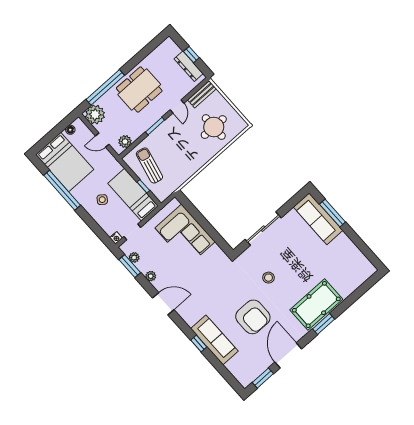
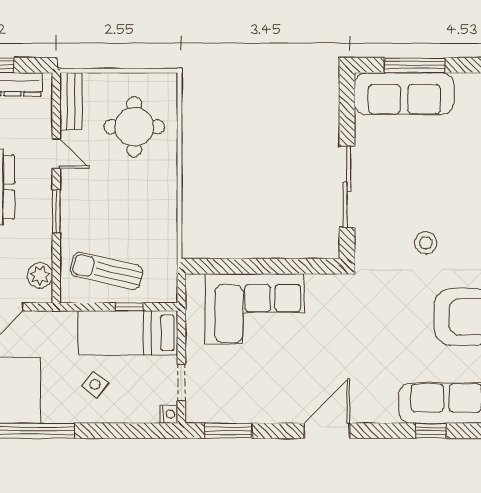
plant: (134, 257) -> (221, 413), removed
plant: (151, 276) -> (270, 413), removed

